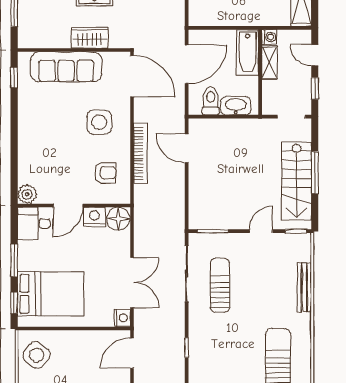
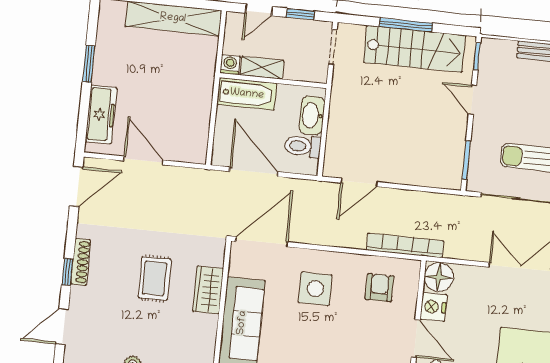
bookcase: (141, 153) -> (405, 245), moved

